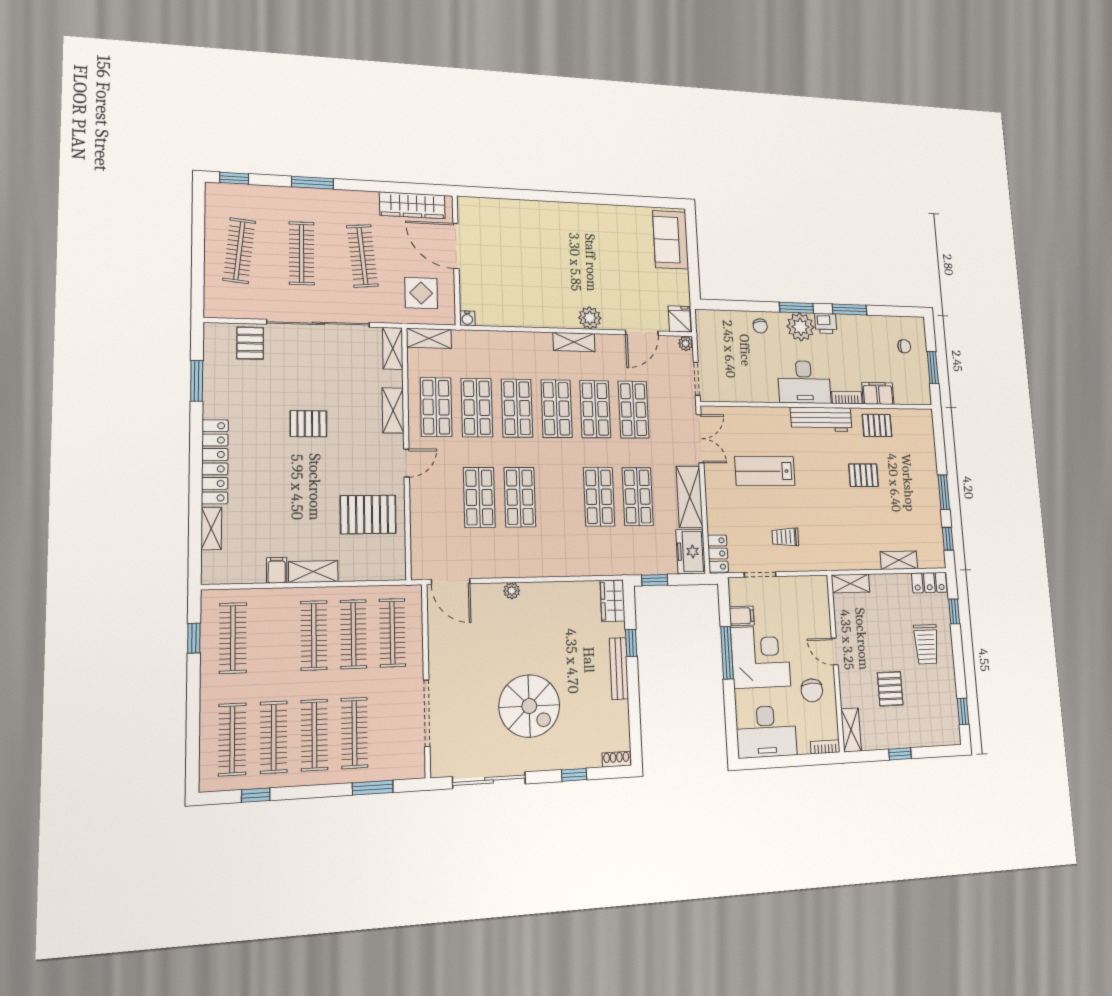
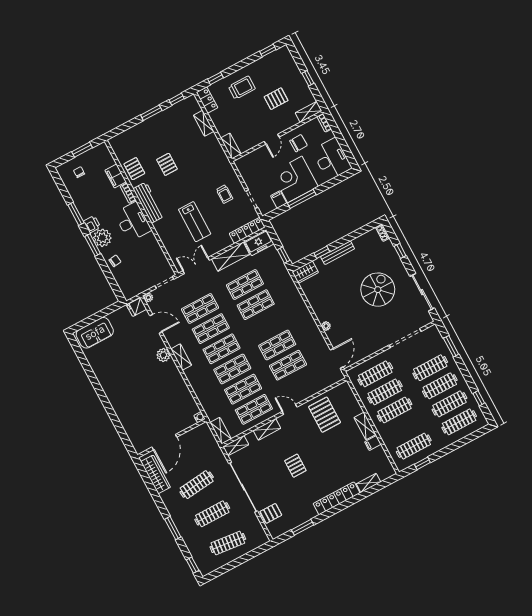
display table: (421, 293) -> (199, 446), removed
locker: (718, 554) -> (247, 230), width x1.53

